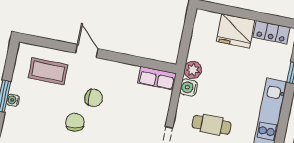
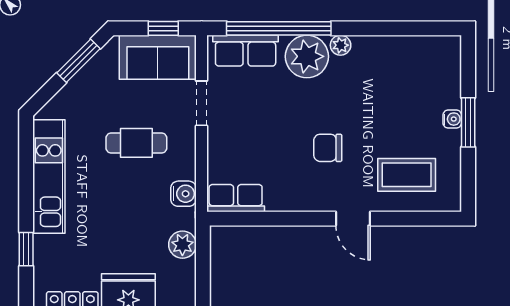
plant: (193, 70) -> (182, 245), moved
chair: (75, 122) -> (349, 104), removed

